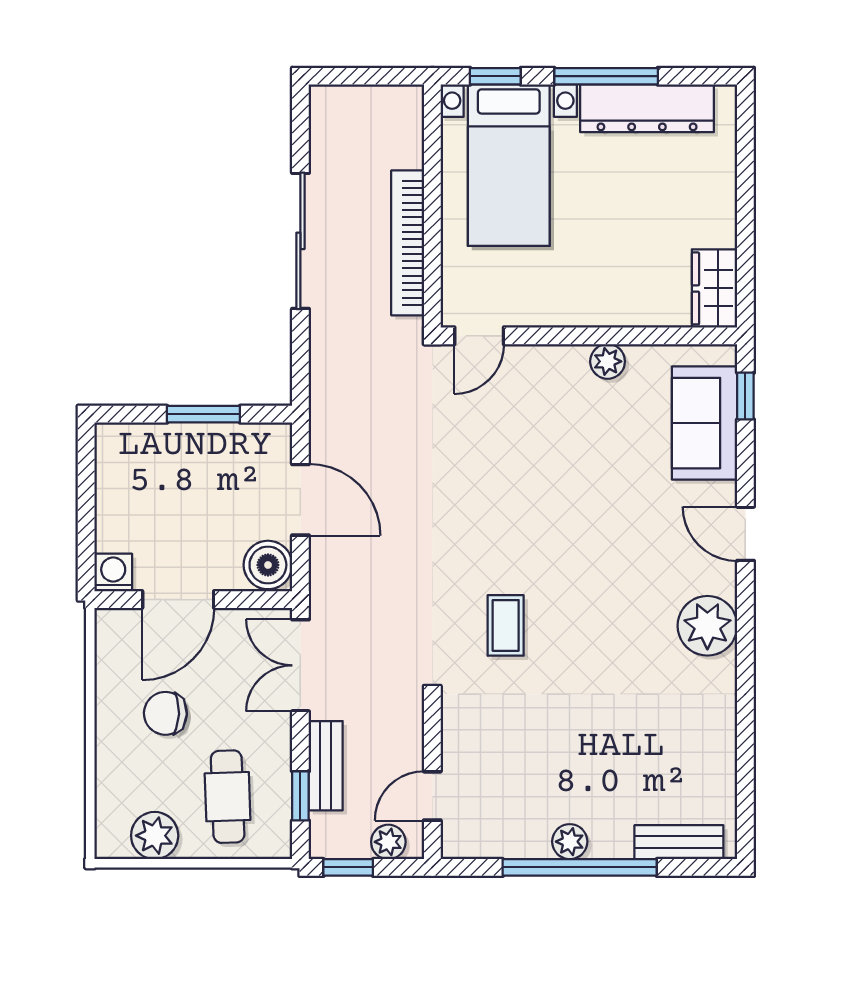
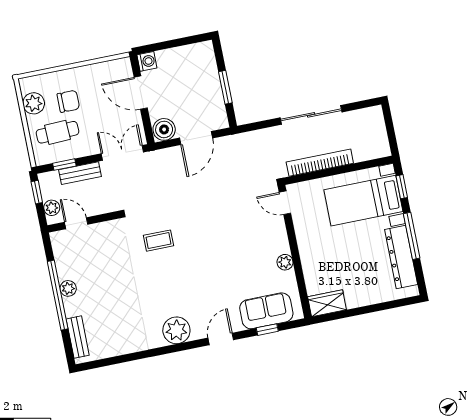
window: (745, 396) -> (267, 330), moved
chair: (165, 713) -> (68, 101), moved, turned 88

